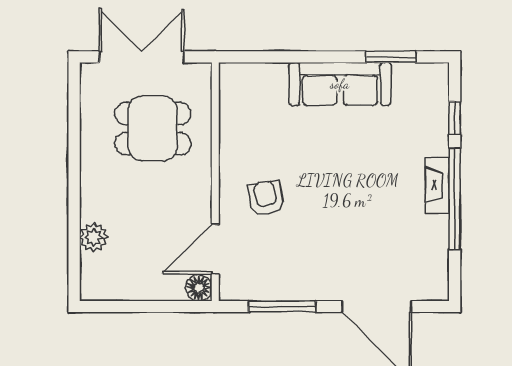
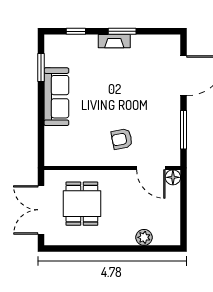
window: (455, 199) -> (122, 31), width x0.47

